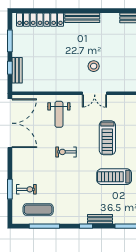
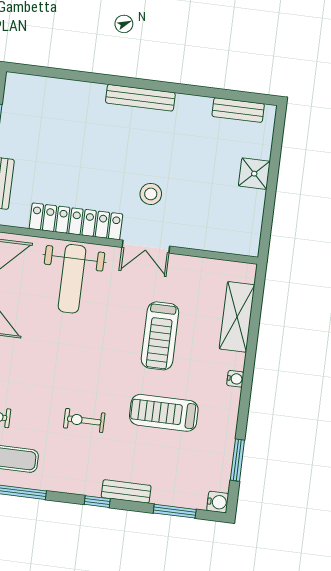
locker: (40, 20) -> (76, 221), moved, turned 180
weight bench: (59, 114) -> (72, 279), width x1.36, depth x1.33
exercise bike: (66, 152) -> (84, 420), moved

